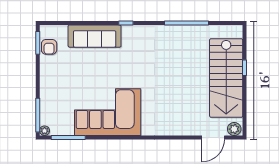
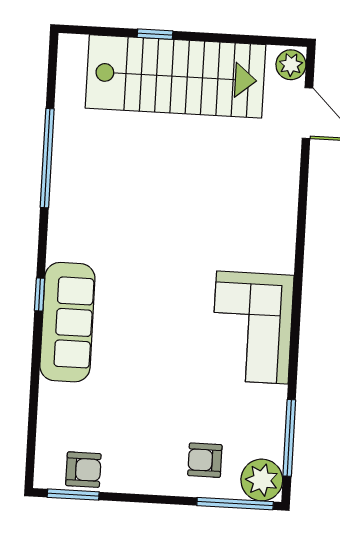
sofa: (95, 36) -> (67, 322), moved
armchair: (56, 101) -> (205, 460), added
corner sofa: (108, 112) -> (252, 328), width x0.73, depth x0.74
plant: (45, 131) -> (262, 480), width x1.88, depth x1.88

